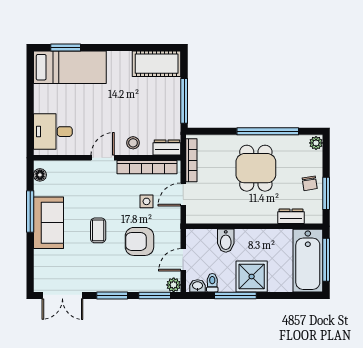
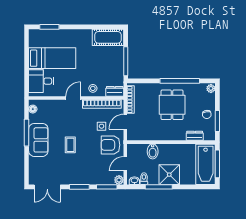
bed: (70, 67) -> (52, 58), moved
armchair: (139, 241) -> (111, 145), moved

